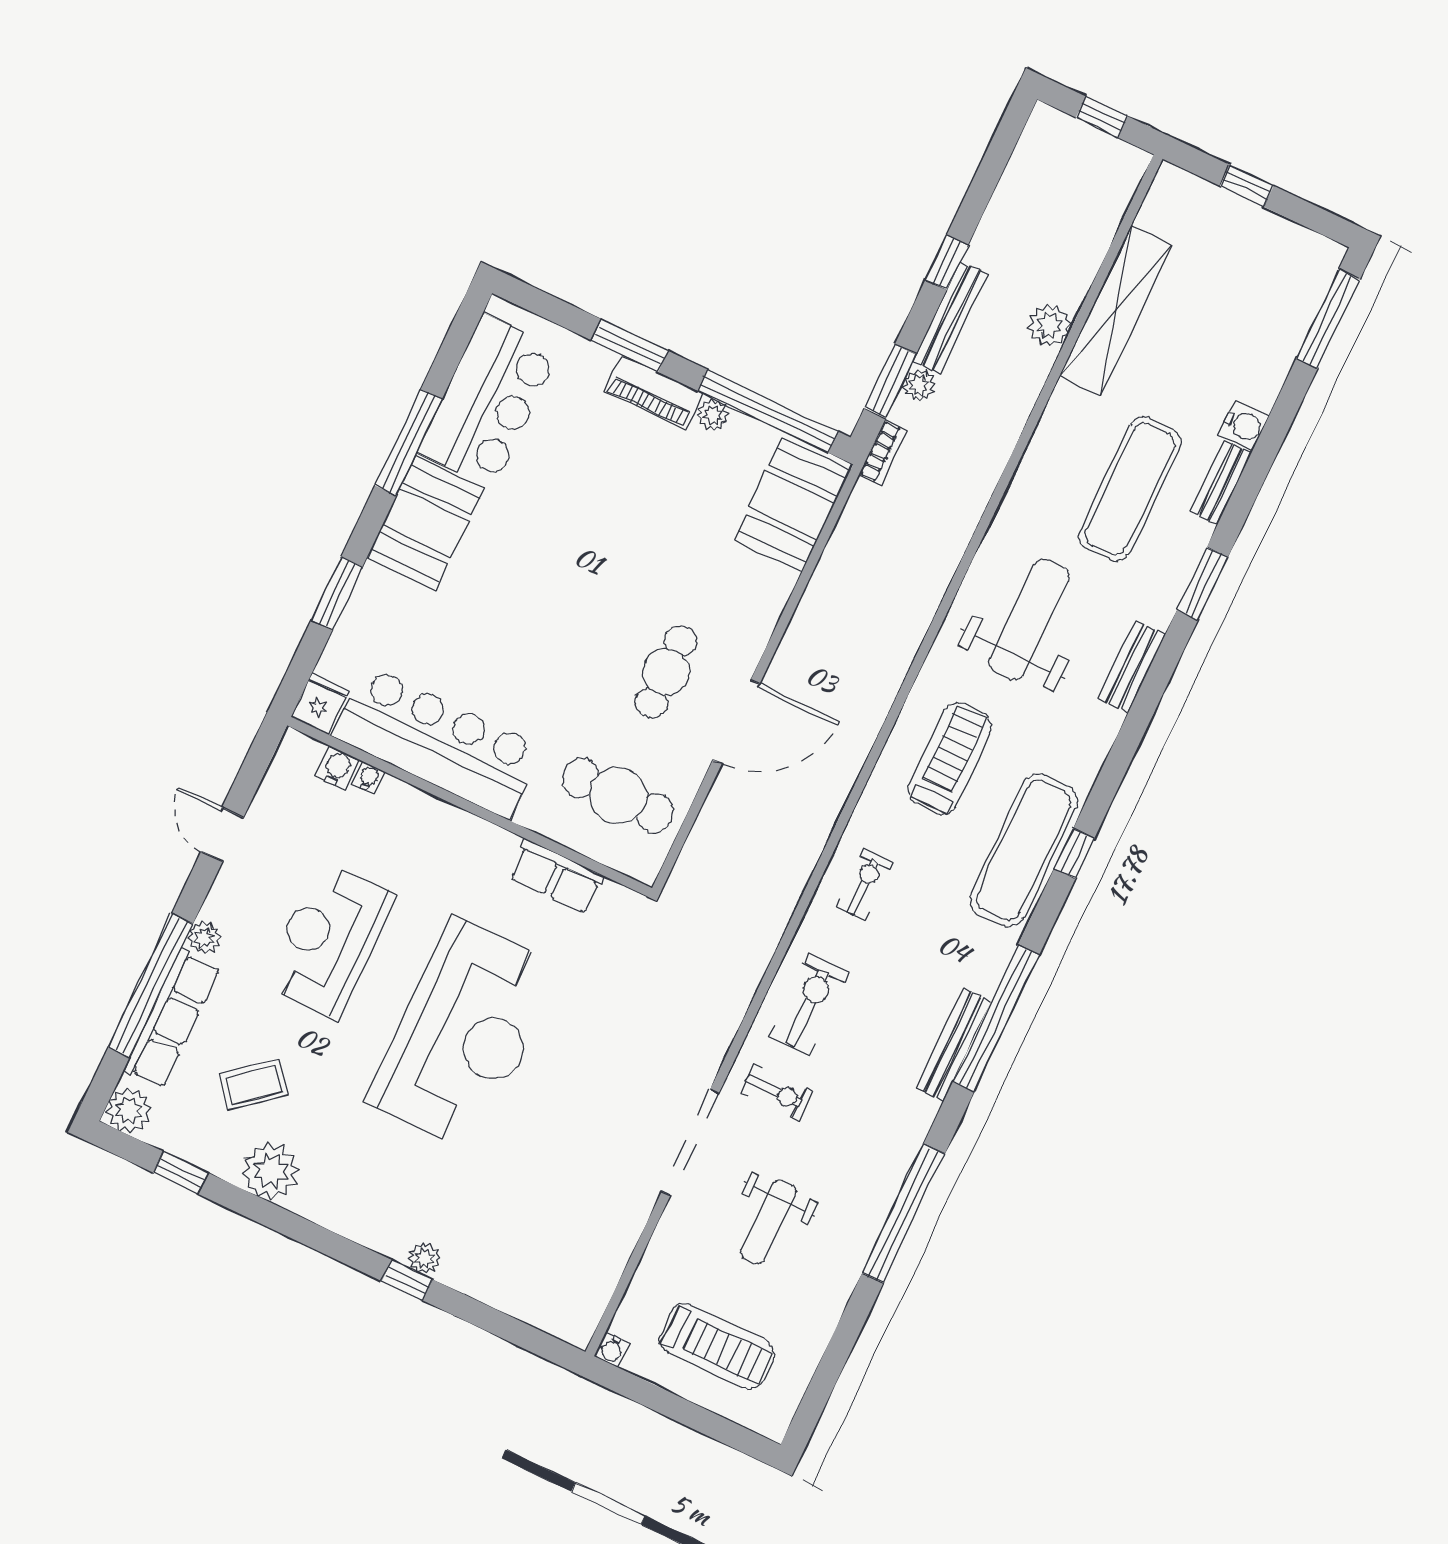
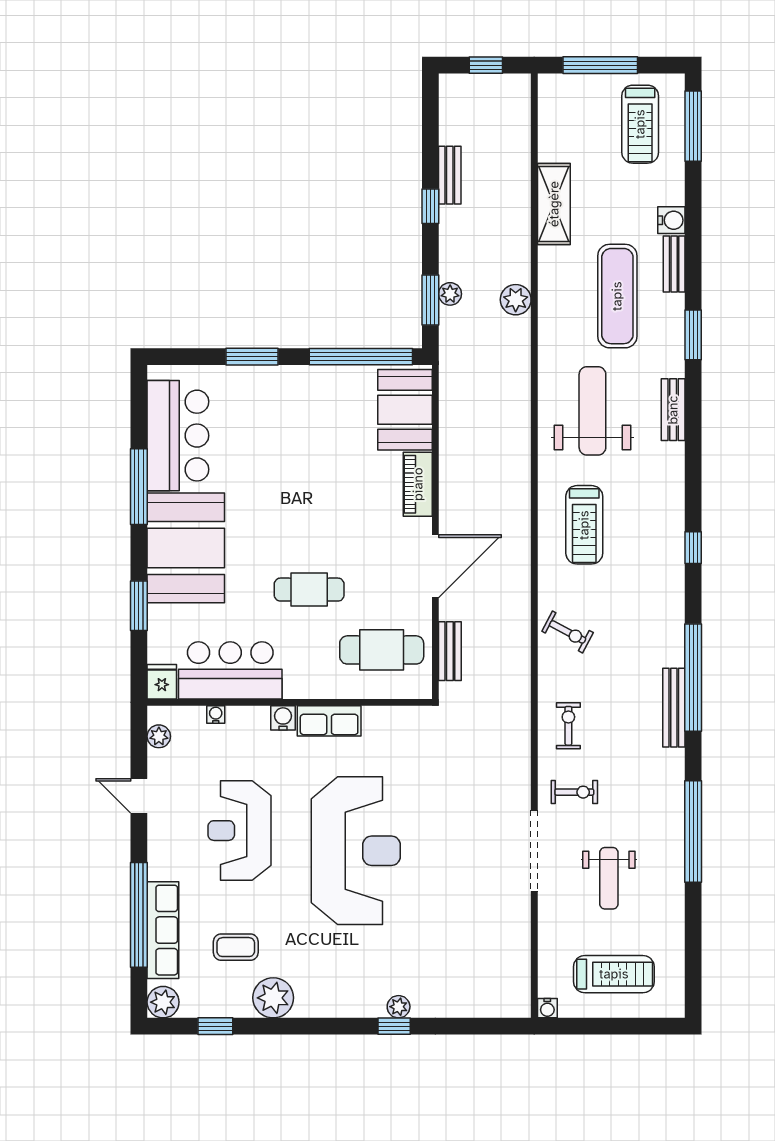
window: (1247, 186) -> (600, 65), width x2.17
treadmill: (1262, 285) -> (640, 124), added
shelving: (1116, 310) -> (554, 204), width x0.68
bench: (950, 318) -> (450, 175), moved, width x0.73
plant: (1049, 326) -> (516, 300), moved
piano: (653, 392) -> (418, 484), moved, turned 90
plant: (713, 415) -> (327, 376), removed
bookcase: (883, 452) -> (447, 348), removed
booth: (425, 523) -> (186, 548), width x1.36, depth x1.42
cafe table: (666, 672) -> (309, 590), moved, turned 90
bar counter: (437, 742) -> (230, 670), width x0.73
treadmill: (950, 759) -> (584, 525), turned 180
water cooler: (337, 768) -> (283, 718), moved
bench: (704, 838) -> (450, 651), added
exercise mat: (1024, 850) -> (660, 561), removed
row of seats: (556, 877) -> (329, 721), moved
exercise bike: (864, 885) -> (568, 632), turned 118
plant: (204, 938) -> (159, 736), moved
exercise bike: (809, 1004) -> (568, 726), width x0.73, depth x0.72
coffee table: (254, 1084) -> (236, 947), turned 40

